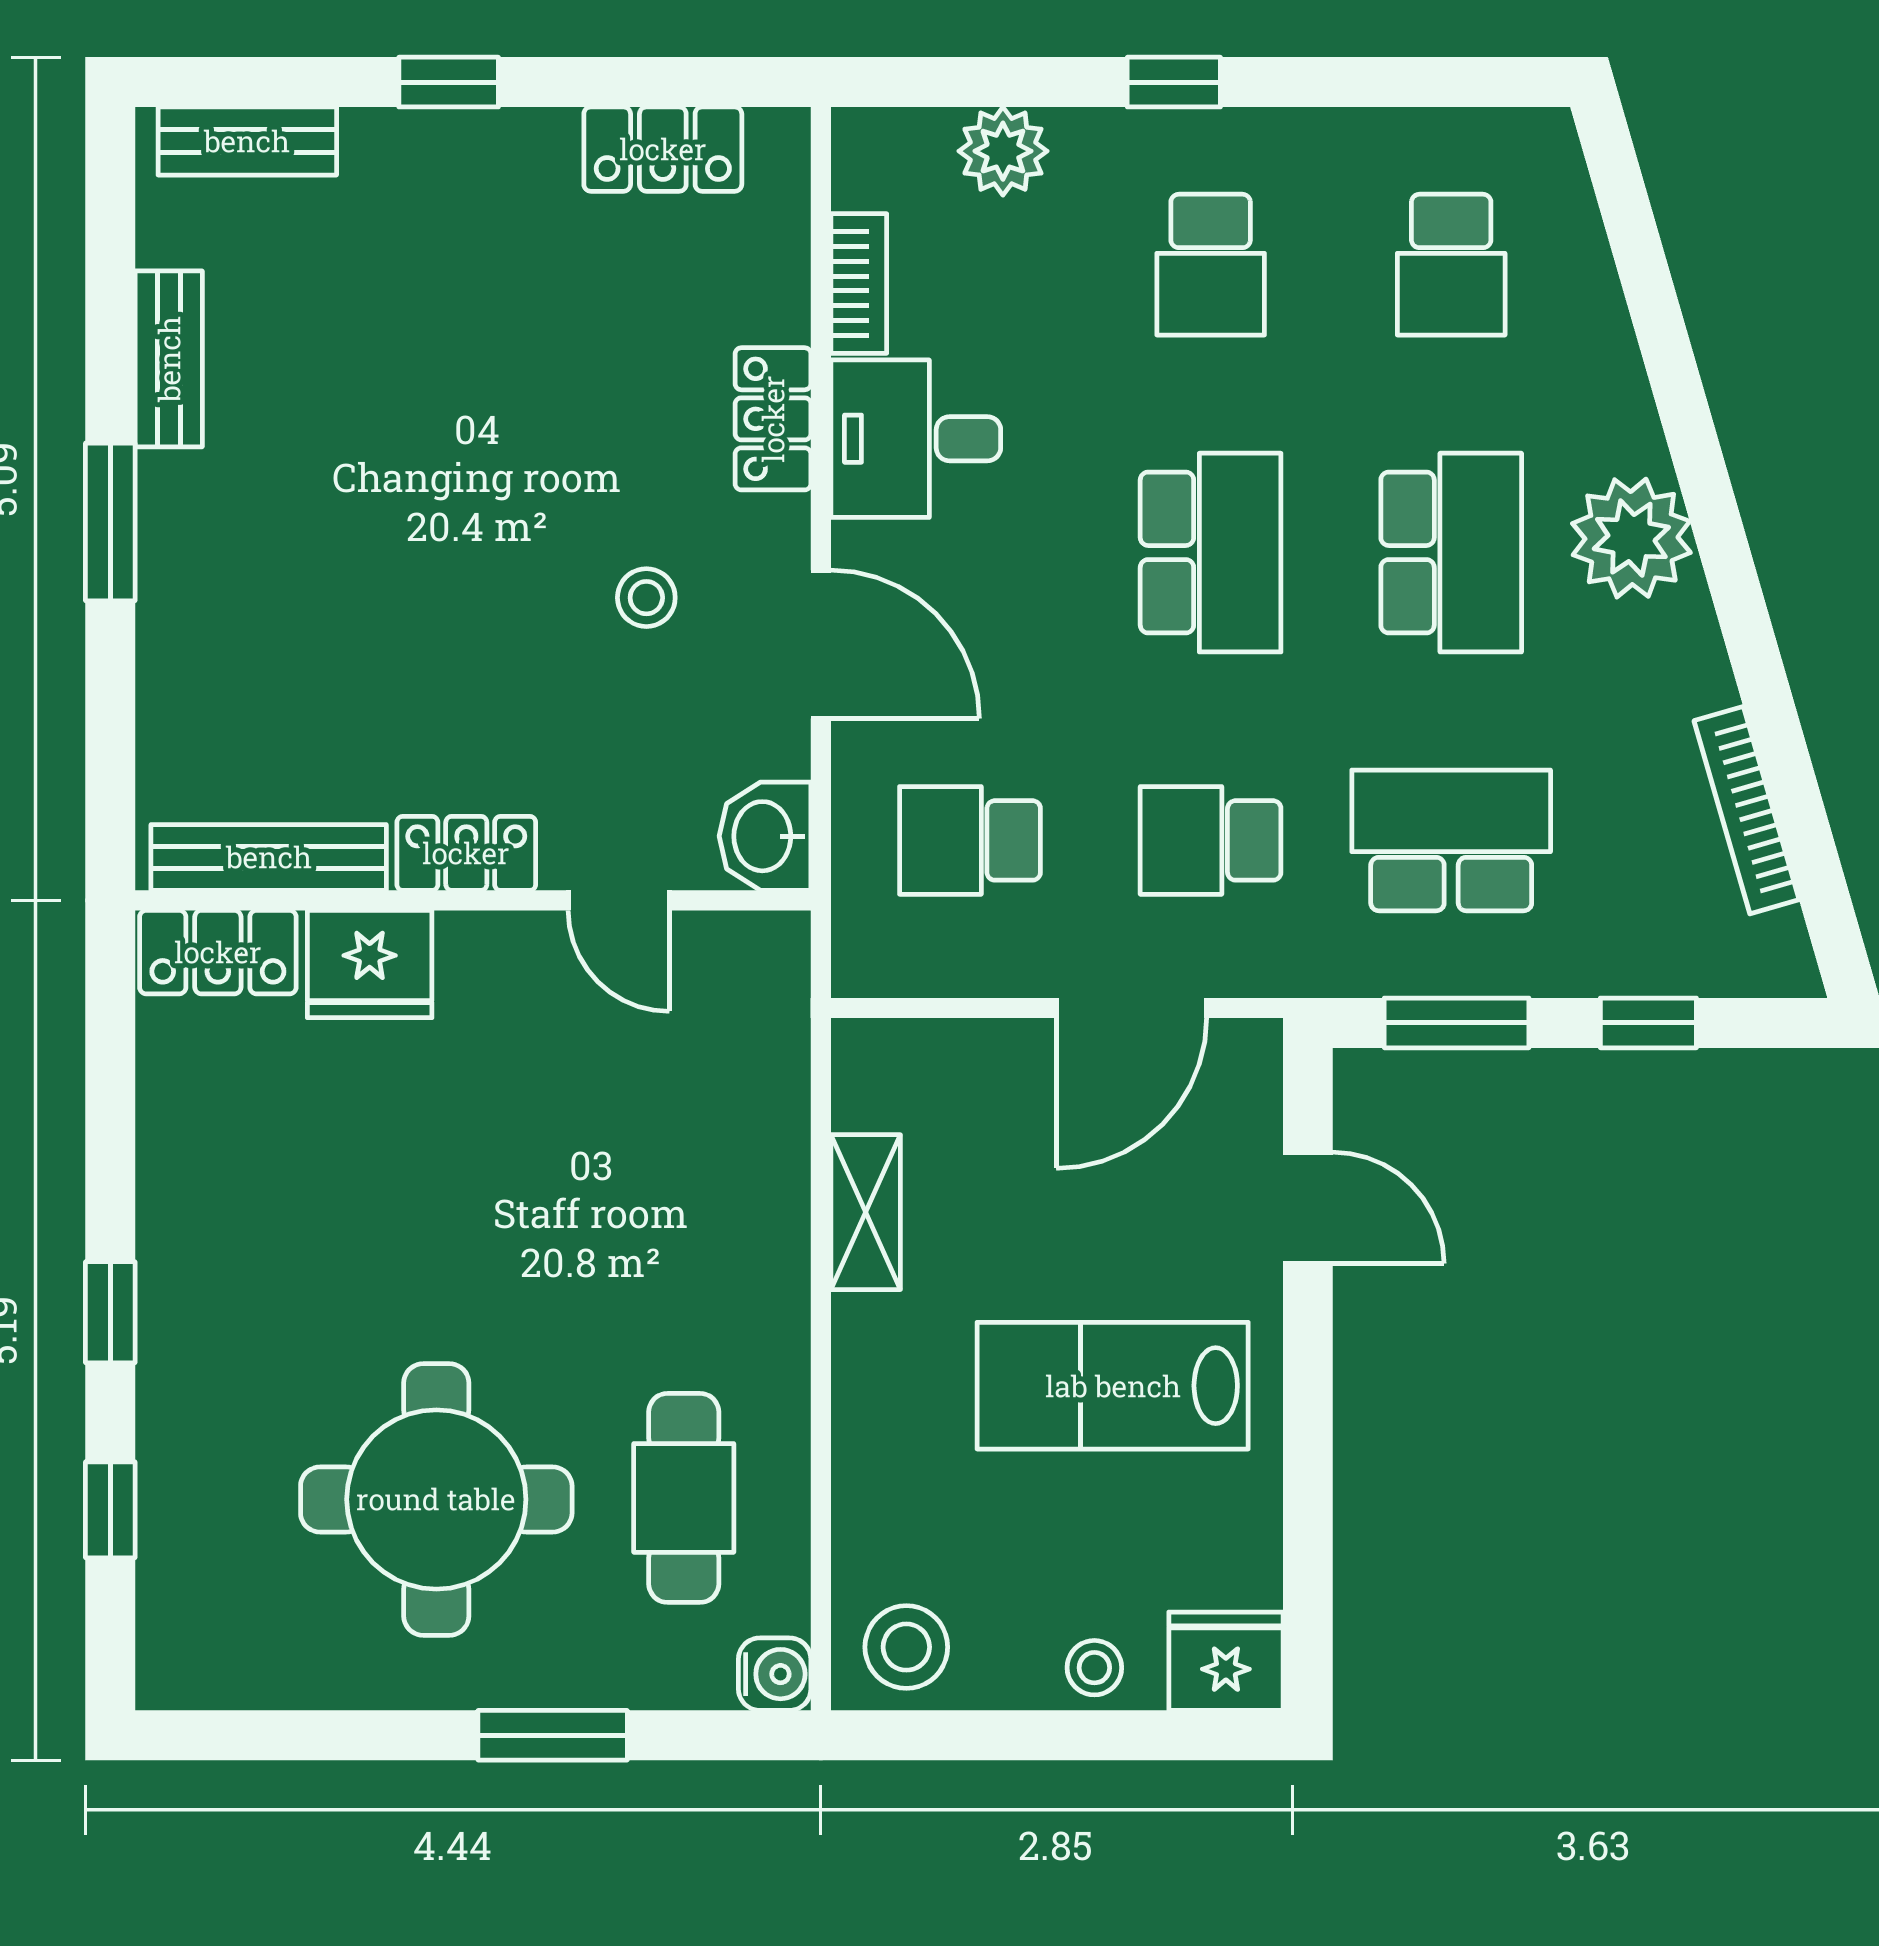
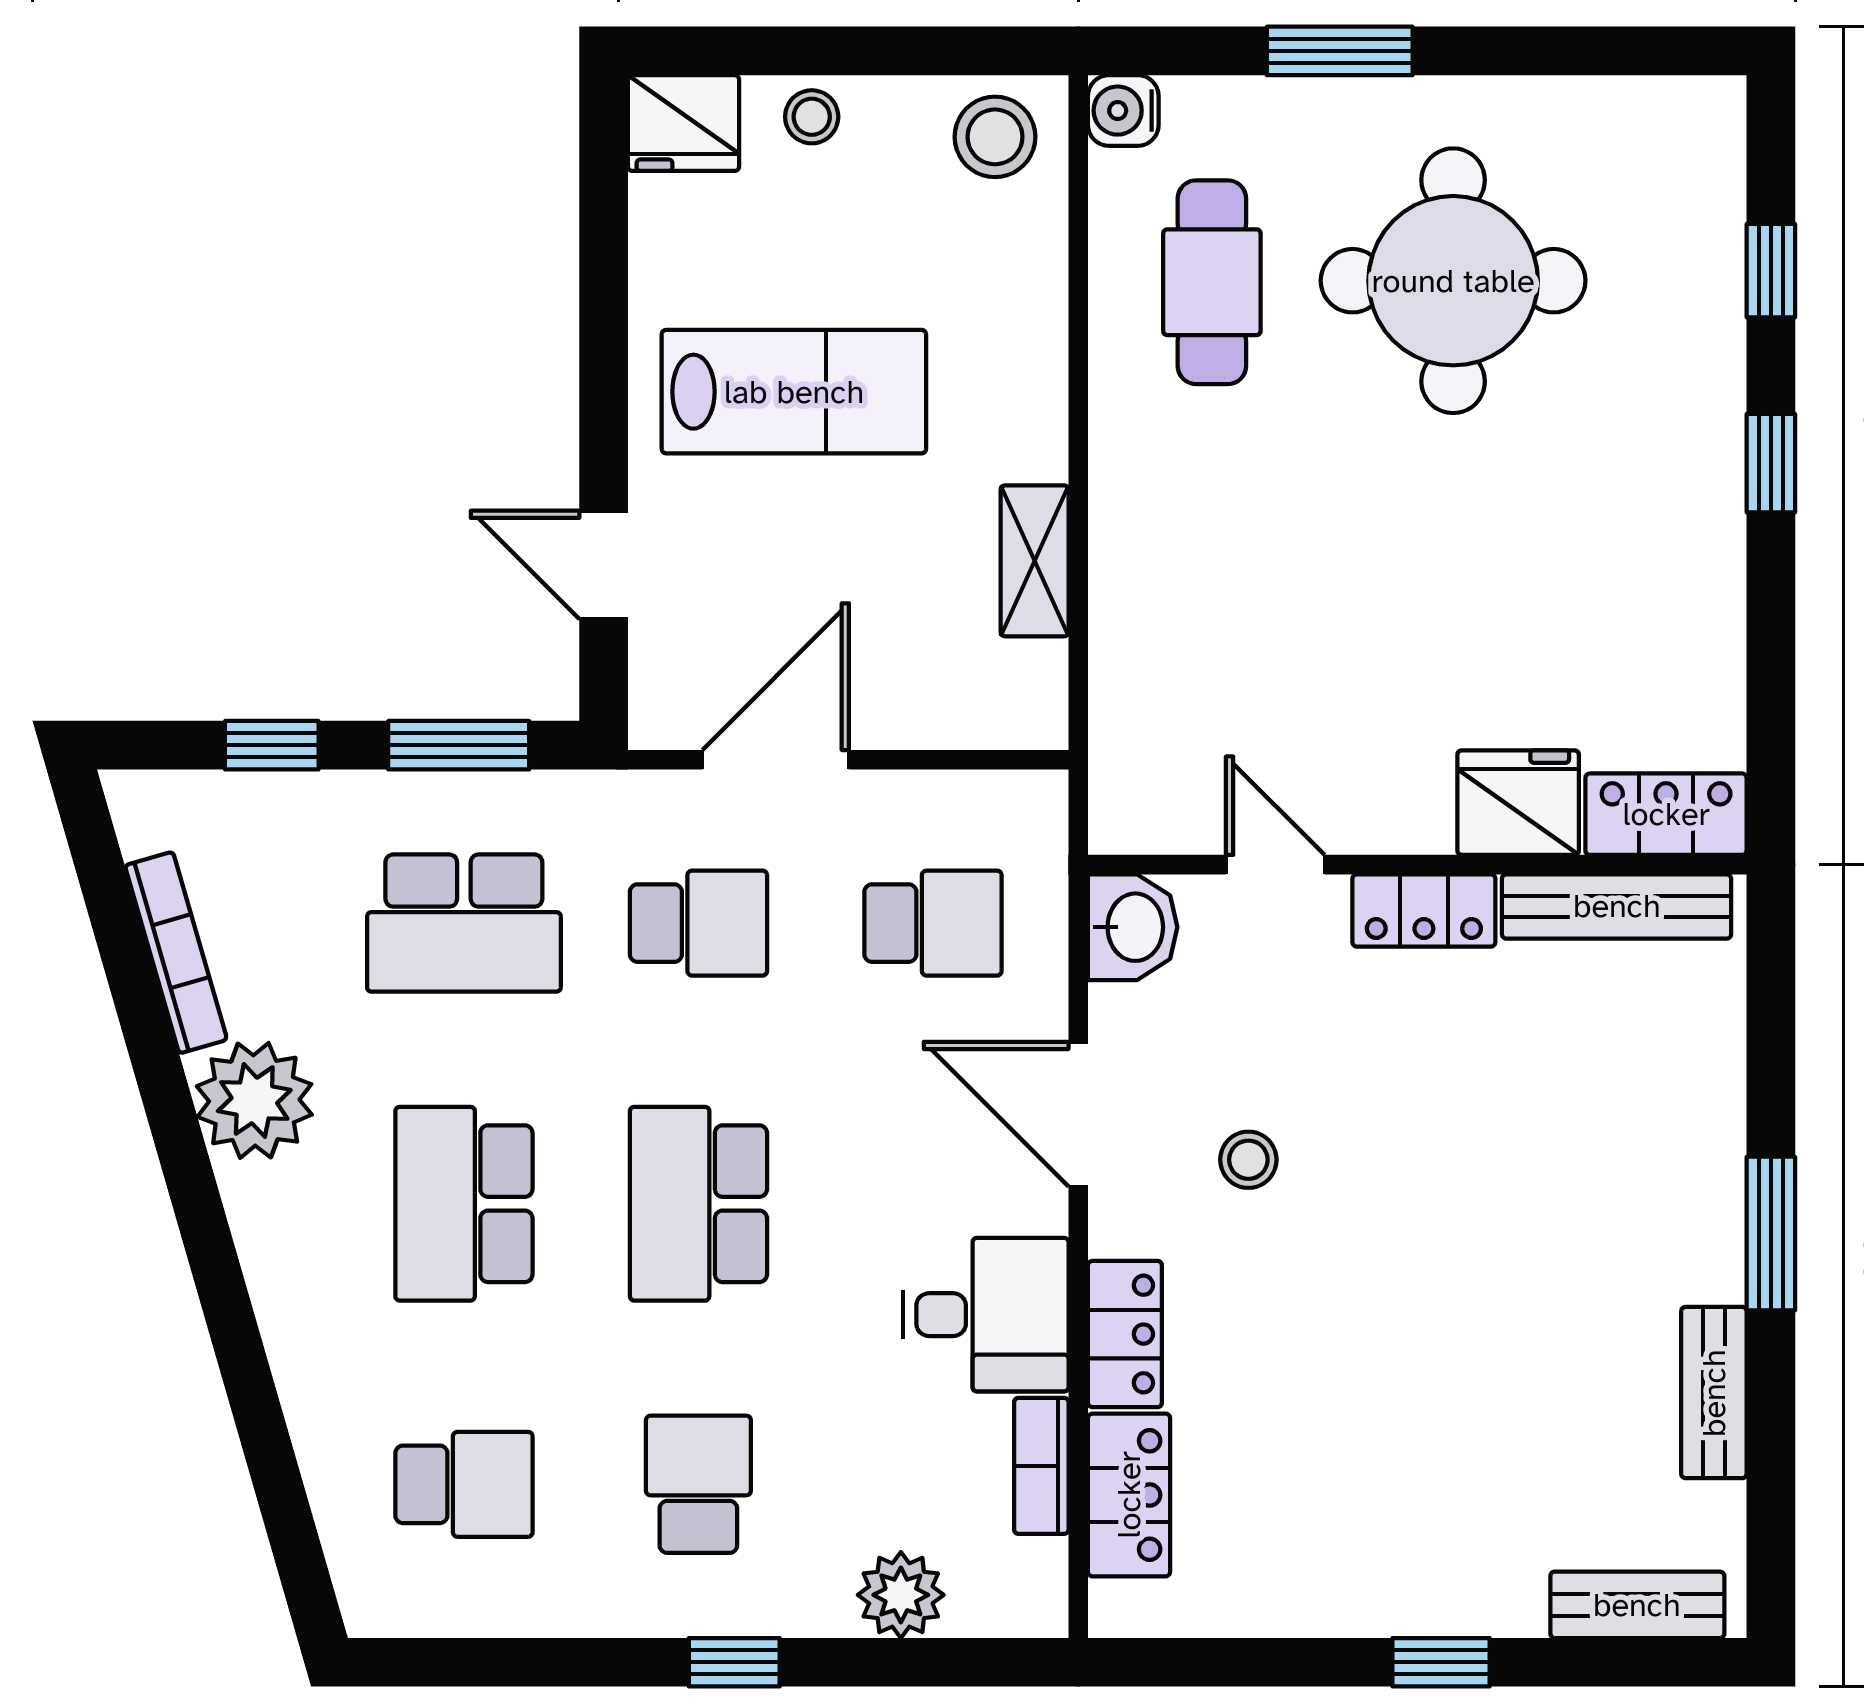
locker: (663, 149) -> (1129, 1495), moved, turned 90
school desk: (1451, 265) -> (464, 1484), turned 90
plant: (1631, 538) -> (254, 1100), moved

